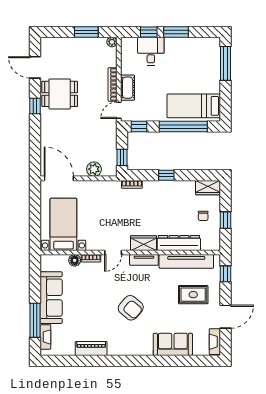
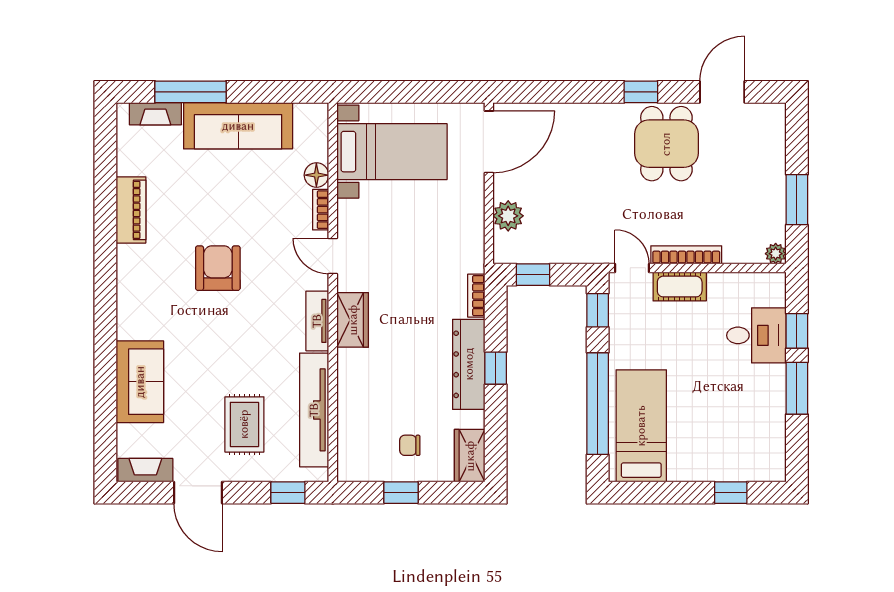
window: (226, 63) -> (731, 493), width x0.46
dresser: (179, 243) -> (469, 364), moved, turned 180
armchair: (131, 308) -> (218, 268), moved, turned 140

